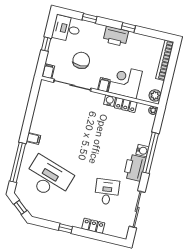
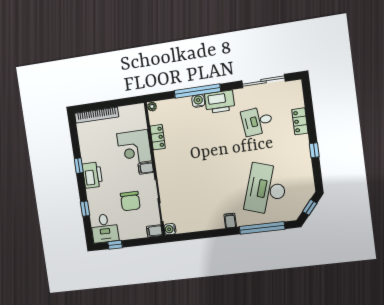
window: (46, 44) -> (115, 245), moved
chair: (81, 60) -> (130, 201), turned -90
plant: (155, 95) -> (136, 111), removed
water cooler: (110, 101) -> (170, 229), moved

